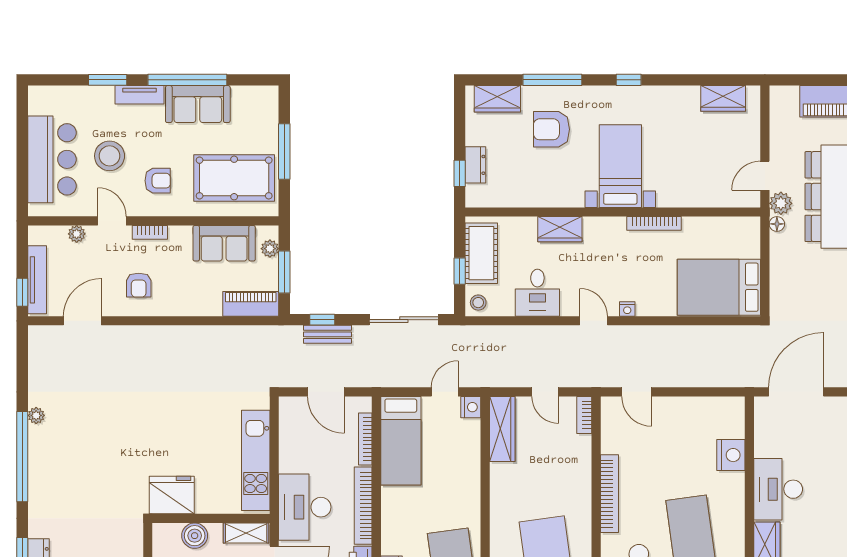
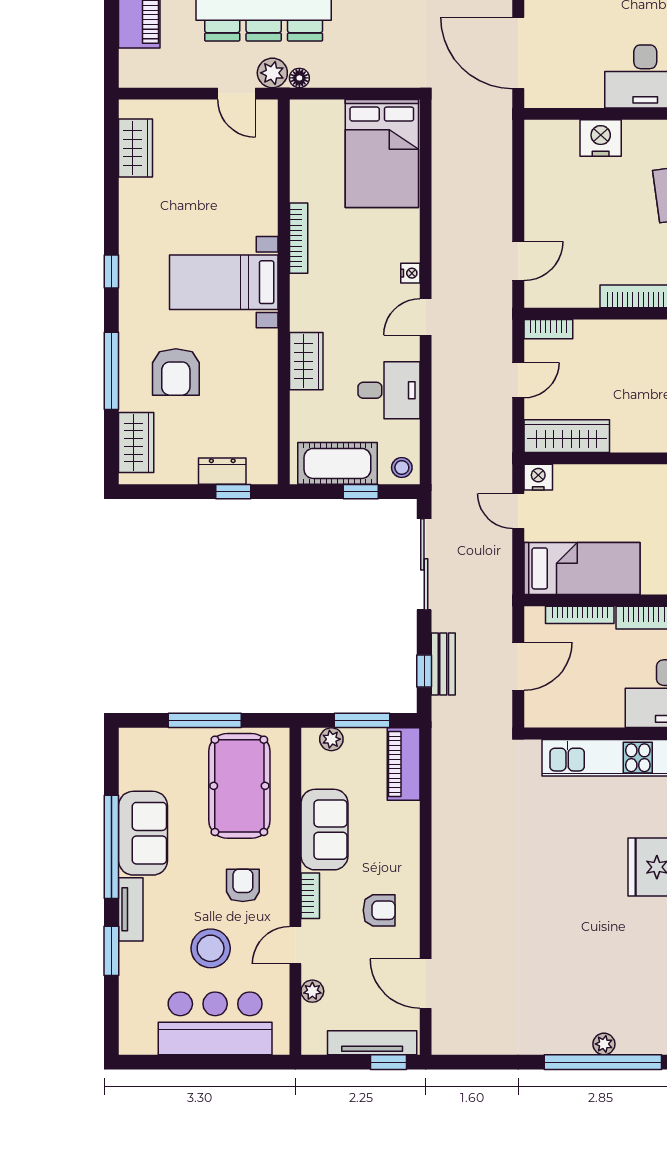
sofa: (224, 243) -> (324, 830), moved
plant: (36, 415) -> (604, 1044), moved

